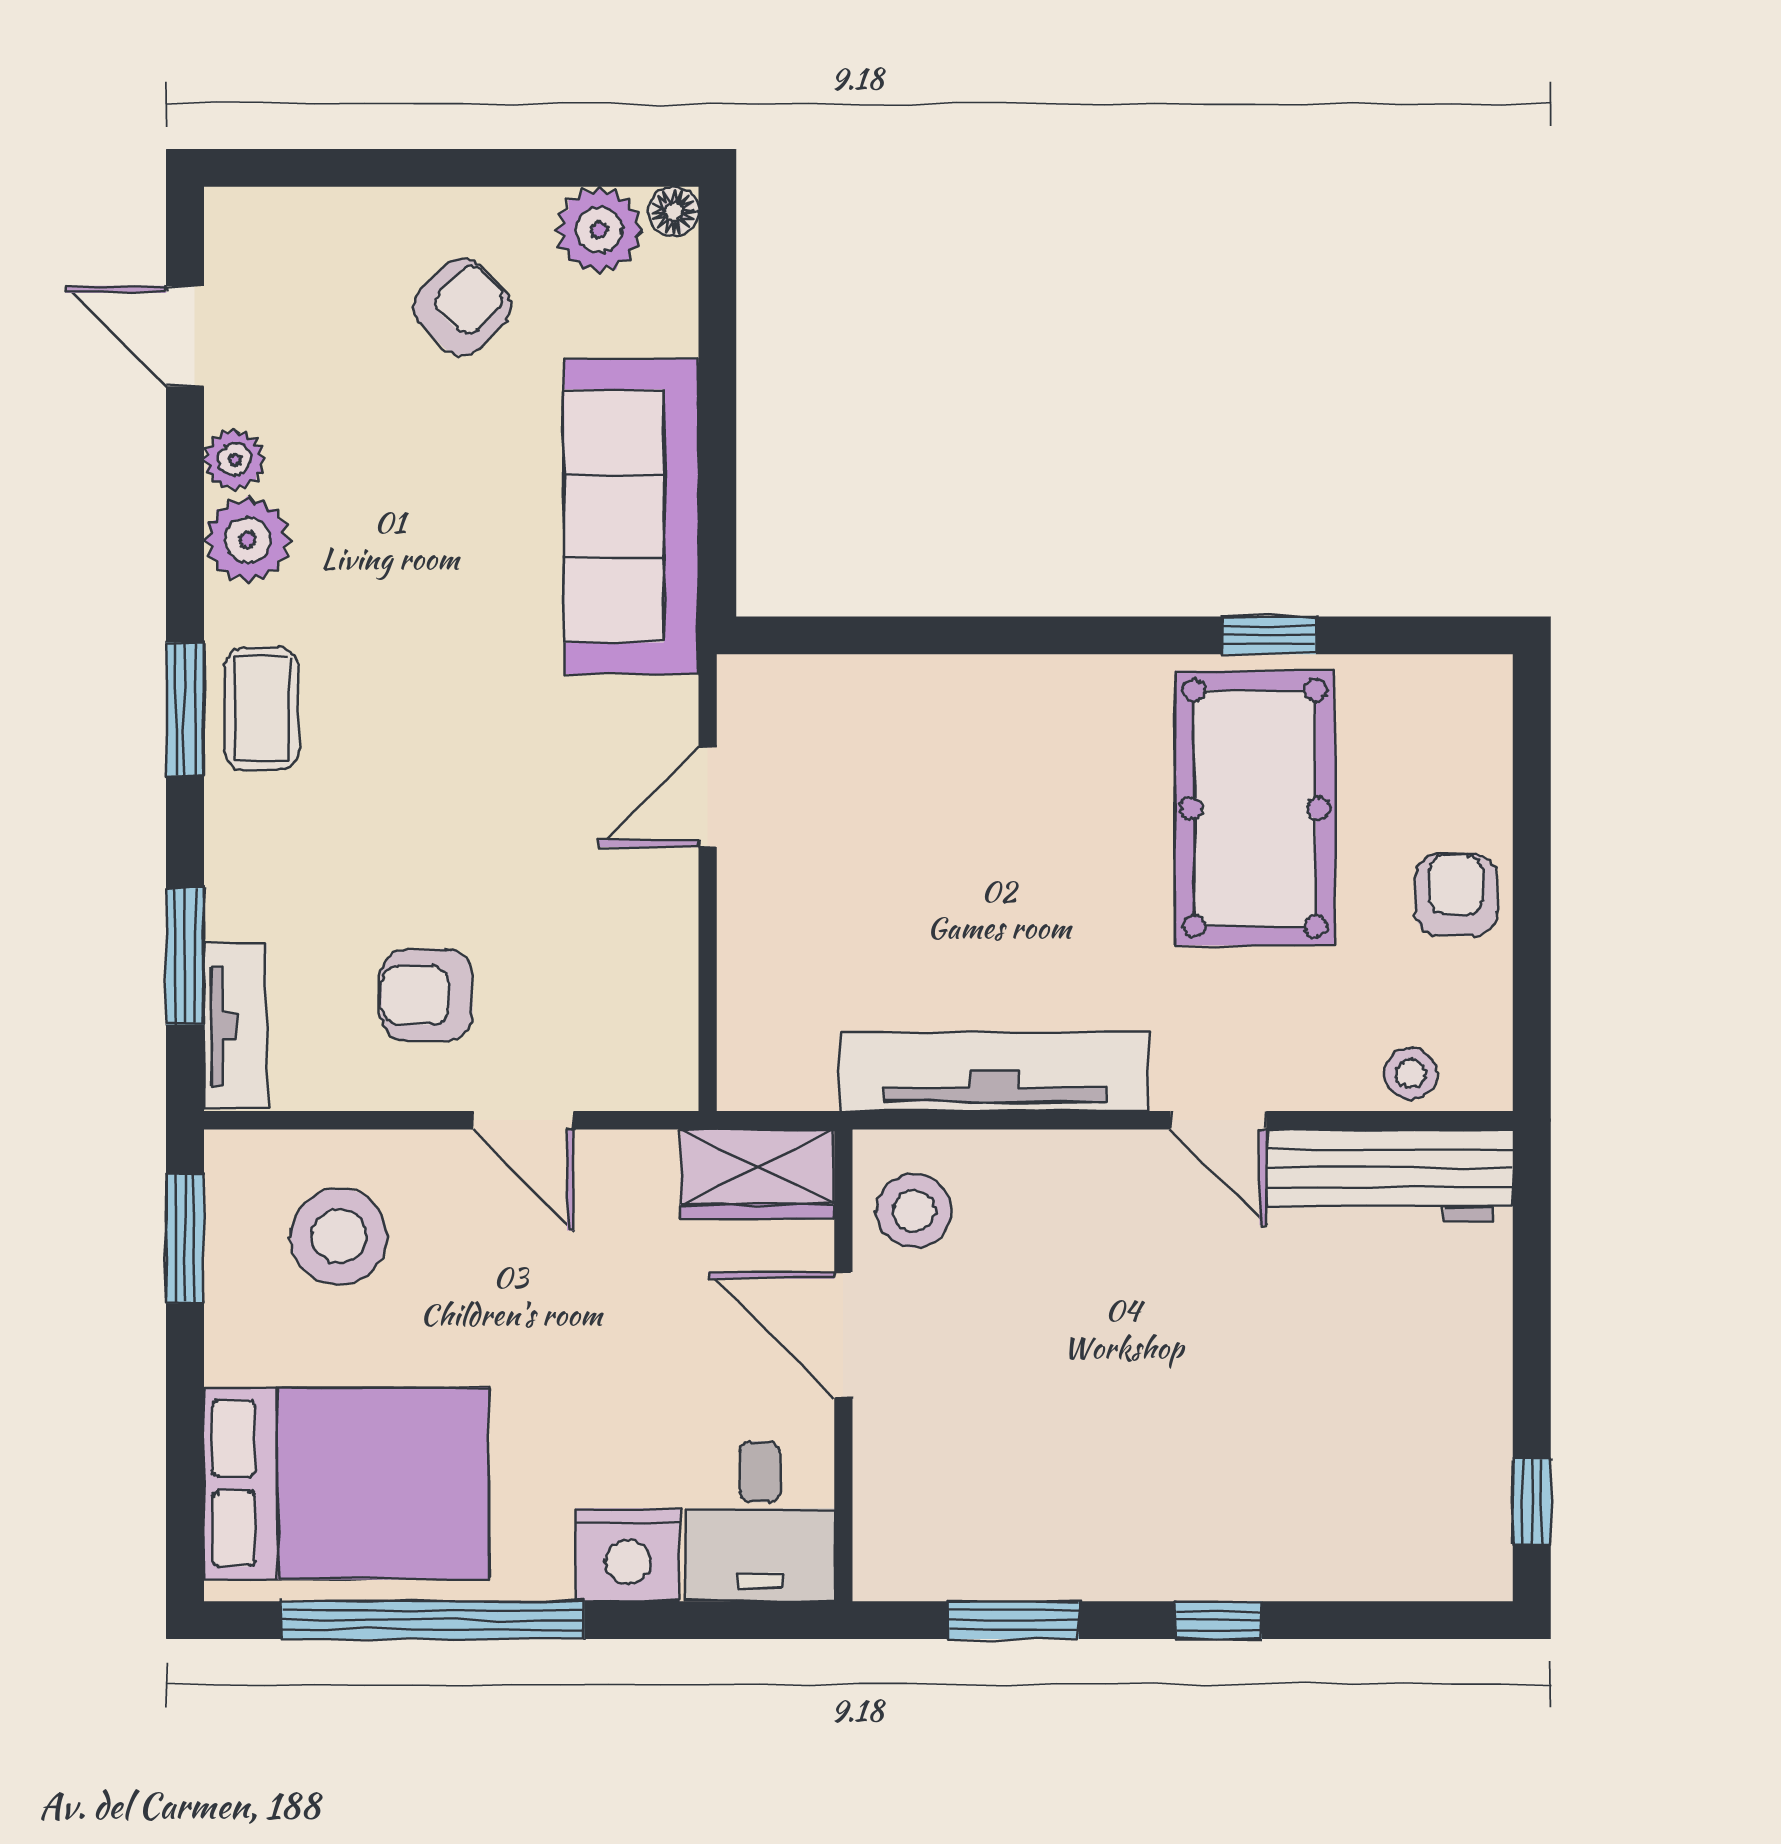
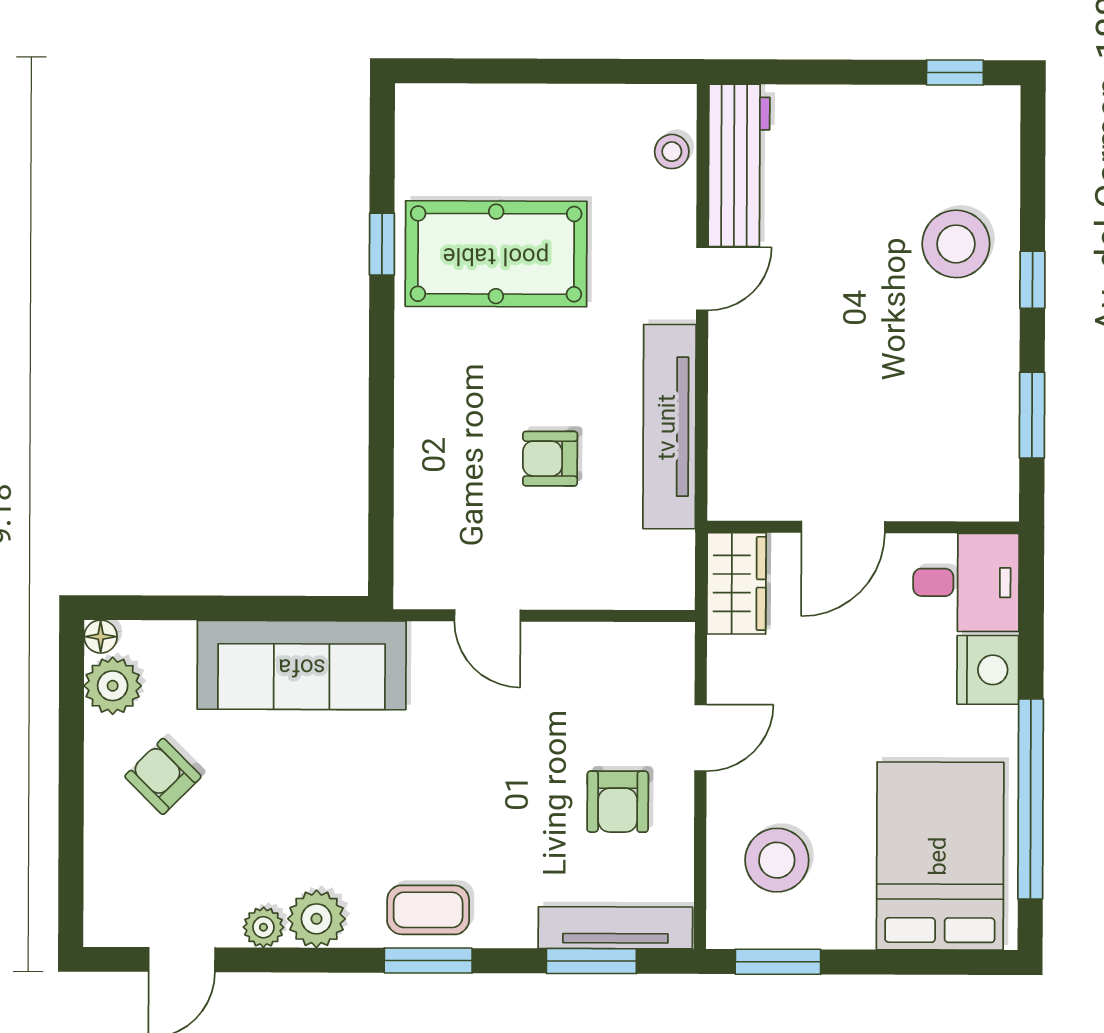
armchair: (1456, 895) -> (550, 459), moved
tv unit: (236, 1026) -> (615, 928), width x1.41
stool: (914, 1211) -> (956, 244), moved, width x1.38, depth x1.38

